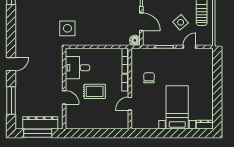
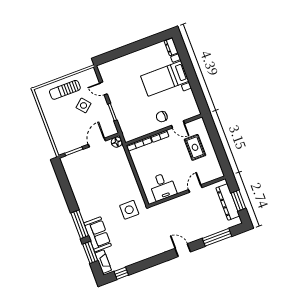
chair: (149, 78) -> (162, 117), moved
rug: (95, 91) -> (195, 147), moved
window: (38, 133) -> (238, 201), width x0.69

